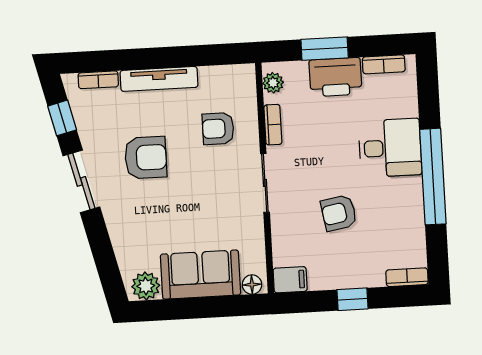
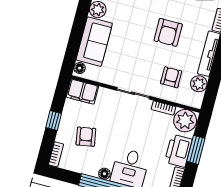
plant: (214, 80) -> (199, 84), added
plant: (273, 83) -> (185, 121), width x1.88, depth x1.88
floor lamp: (413, 187) -> (104, 174), added
armchair: (339, 213) -> (86, 137), moved
filing cabinet: (290, 280) -> (82, 92), width x2.00

